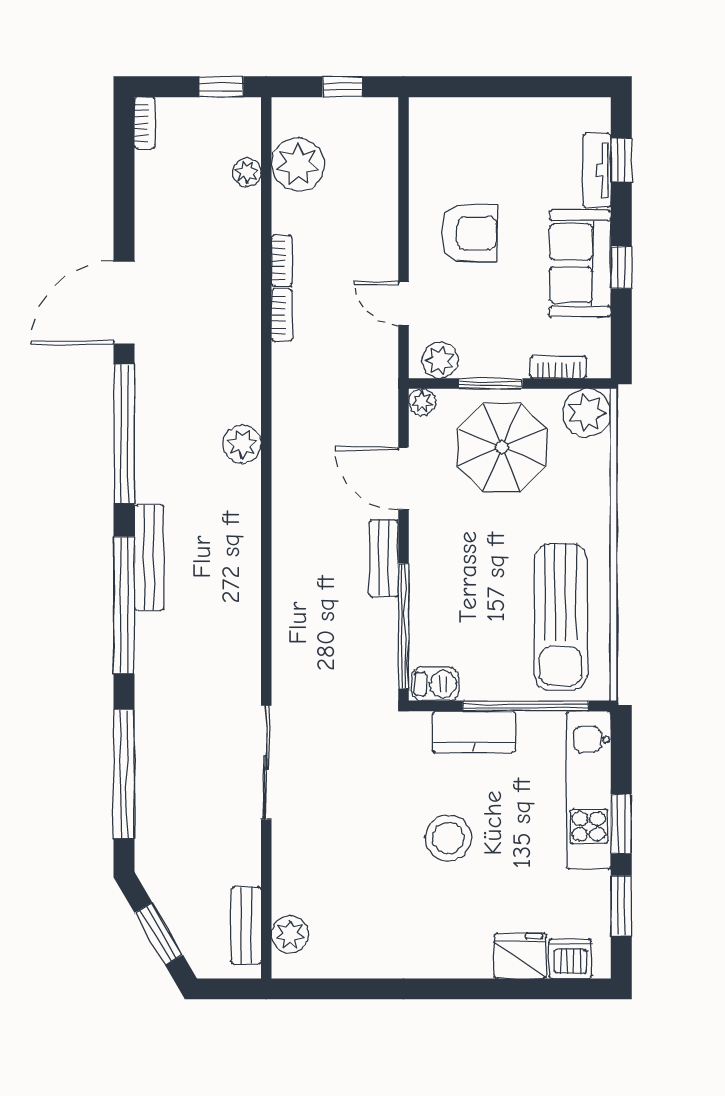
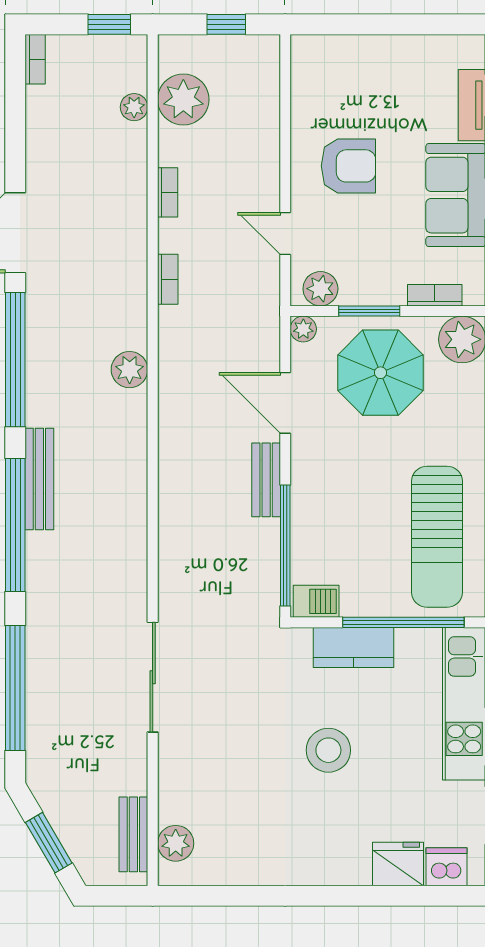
bookcase: (282, 315) -> (168, 279), moved

